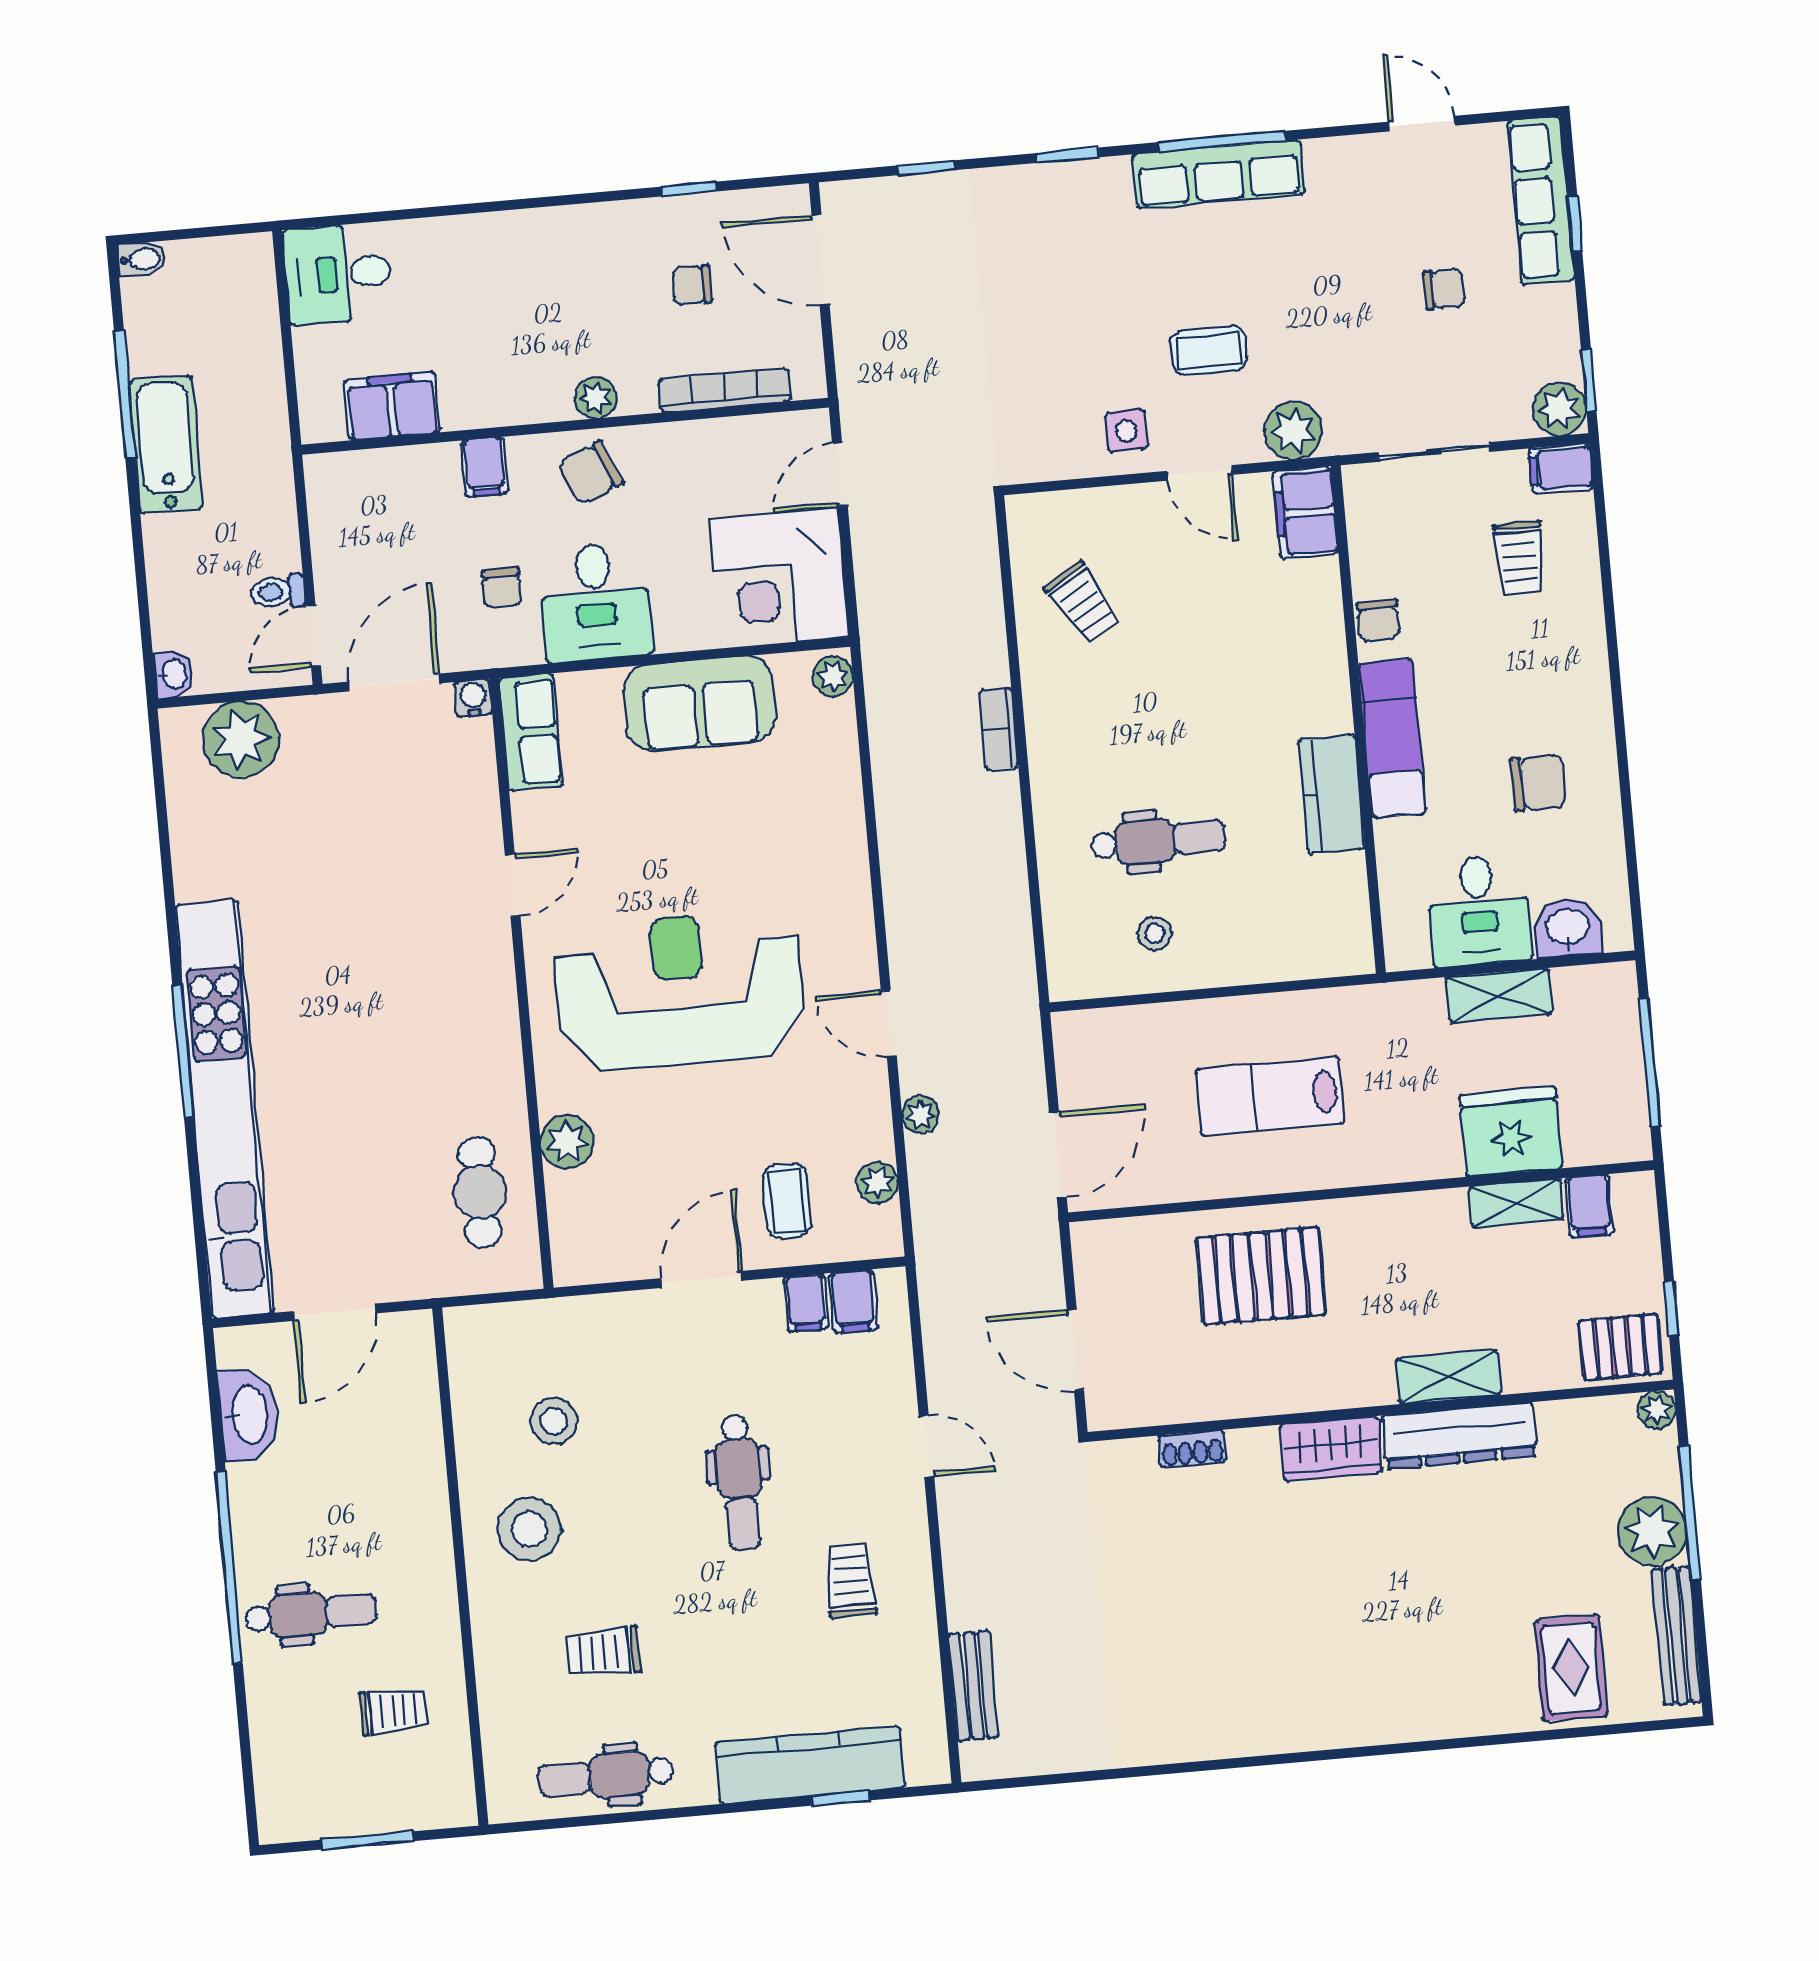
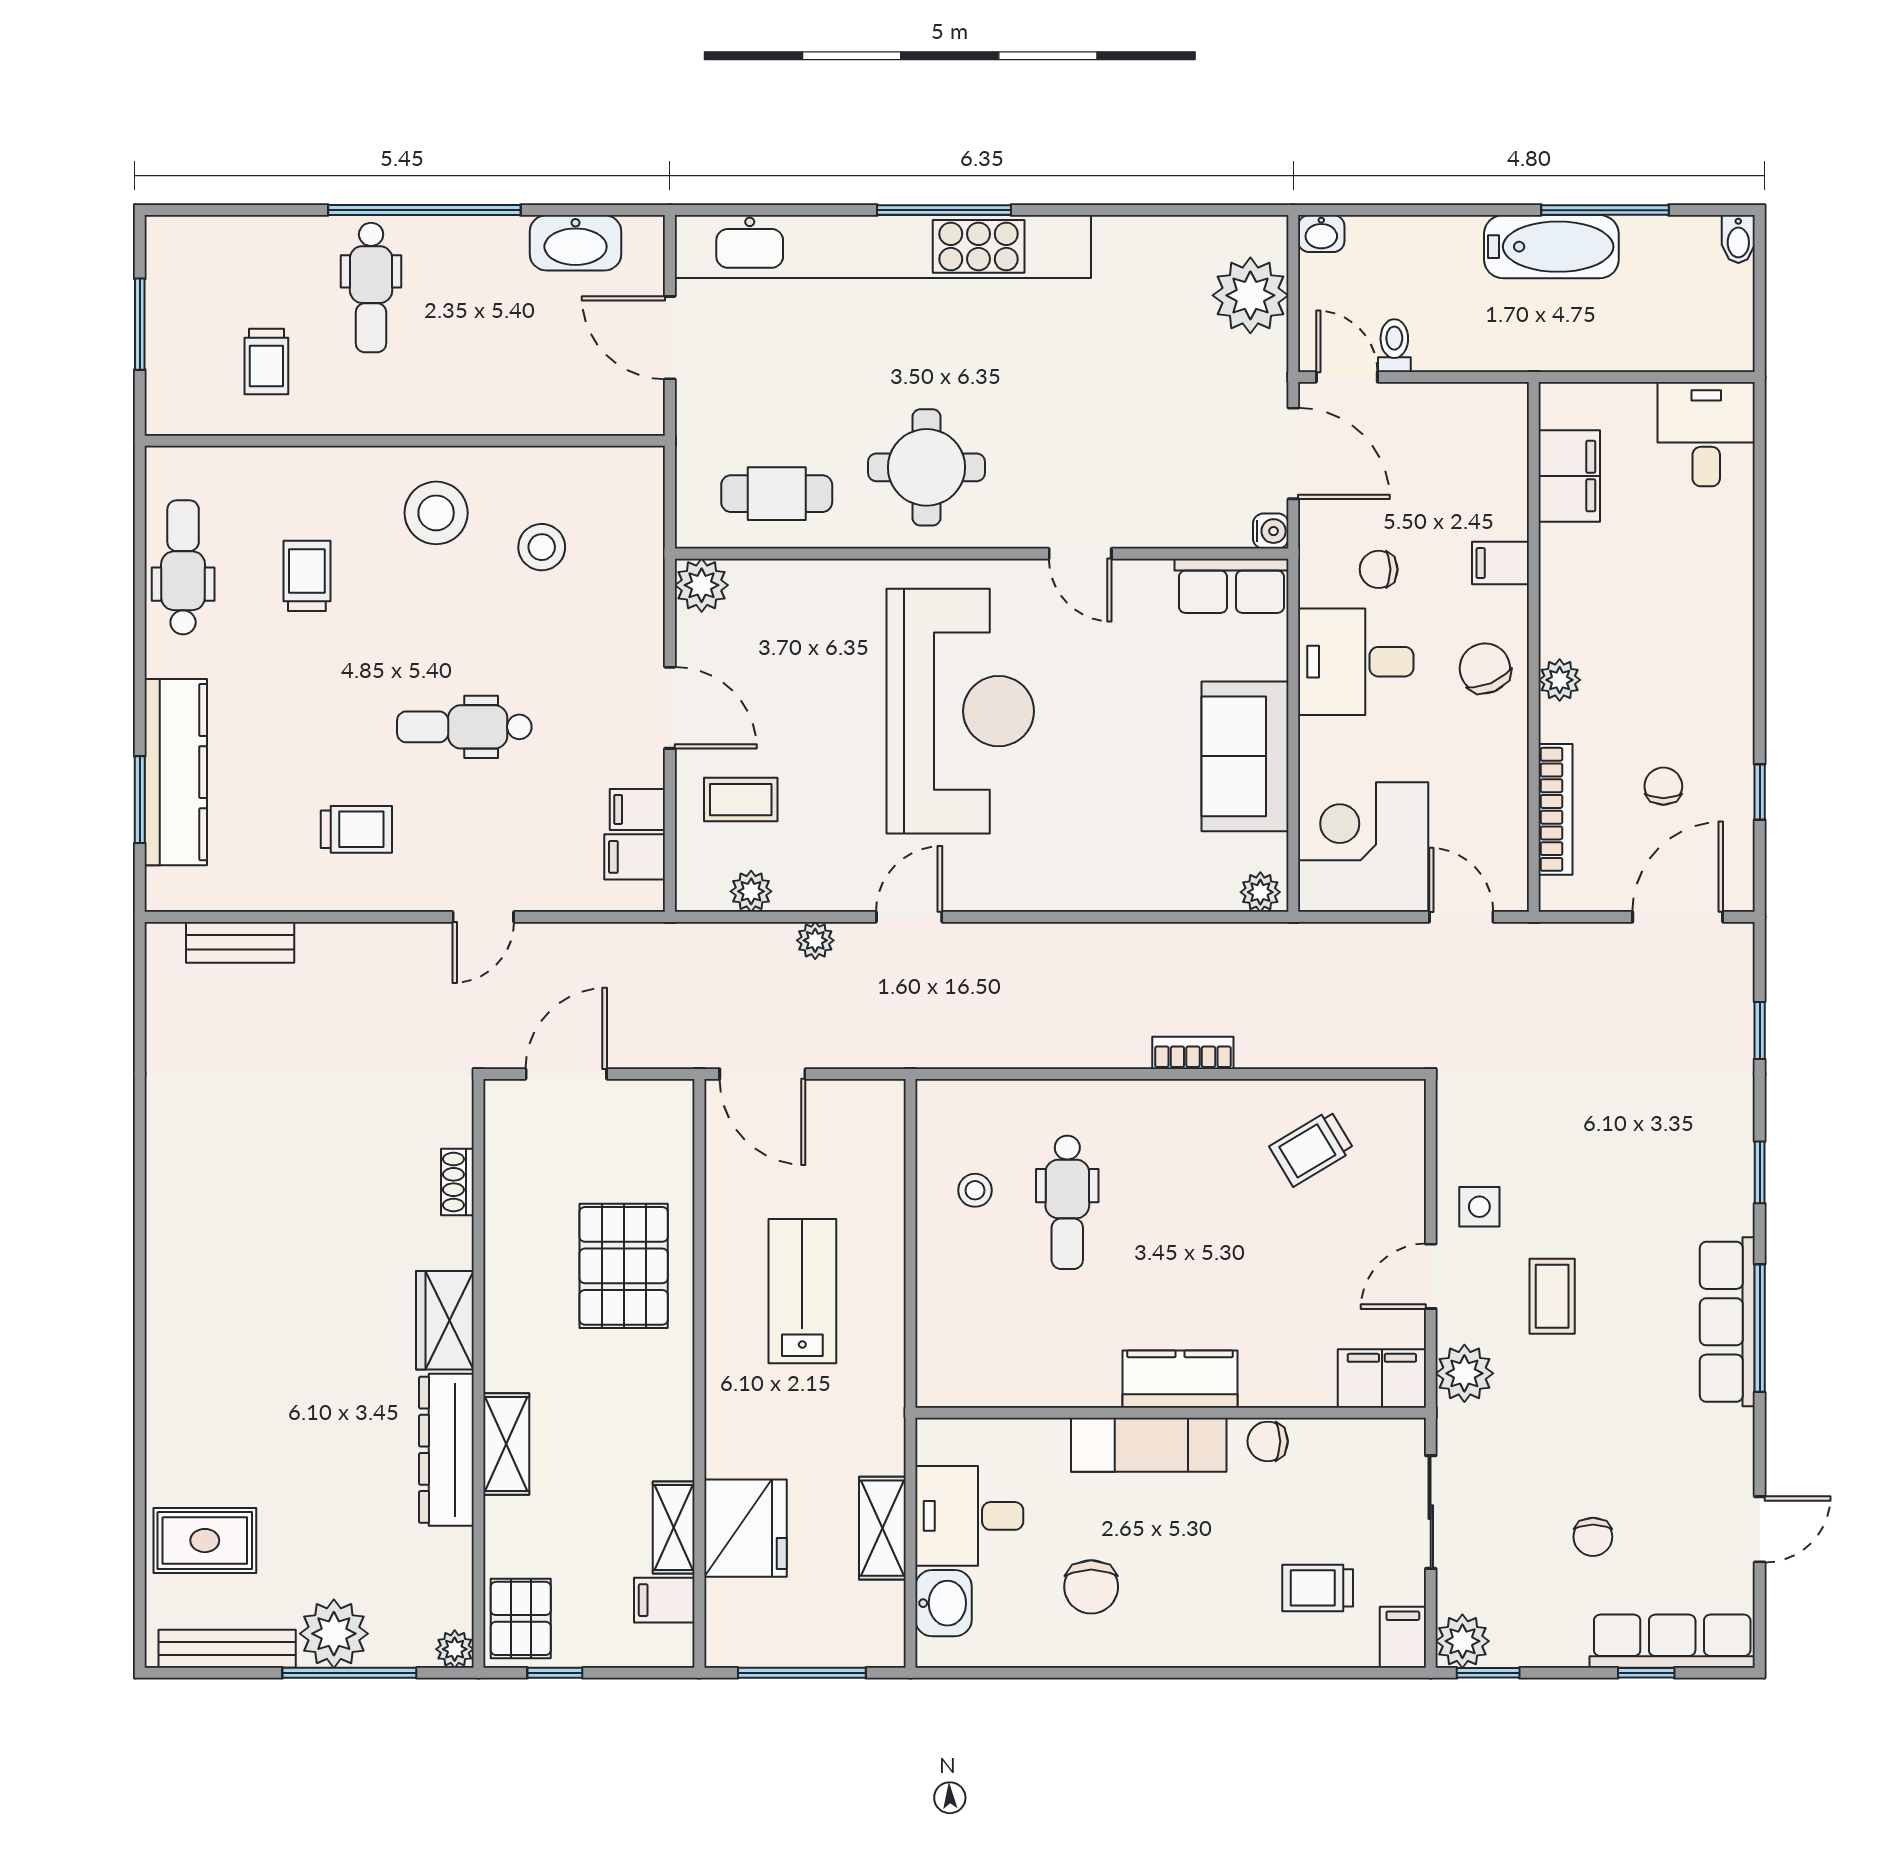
kitchen counter: (1331, 794) -> (1180, 1379), moved
round table: (440, 1046) -> (926, 467), added
plant: (567, 1142) -> (702, 585), moved
window: (841, 1798) -> (140, 800), width x1.50

